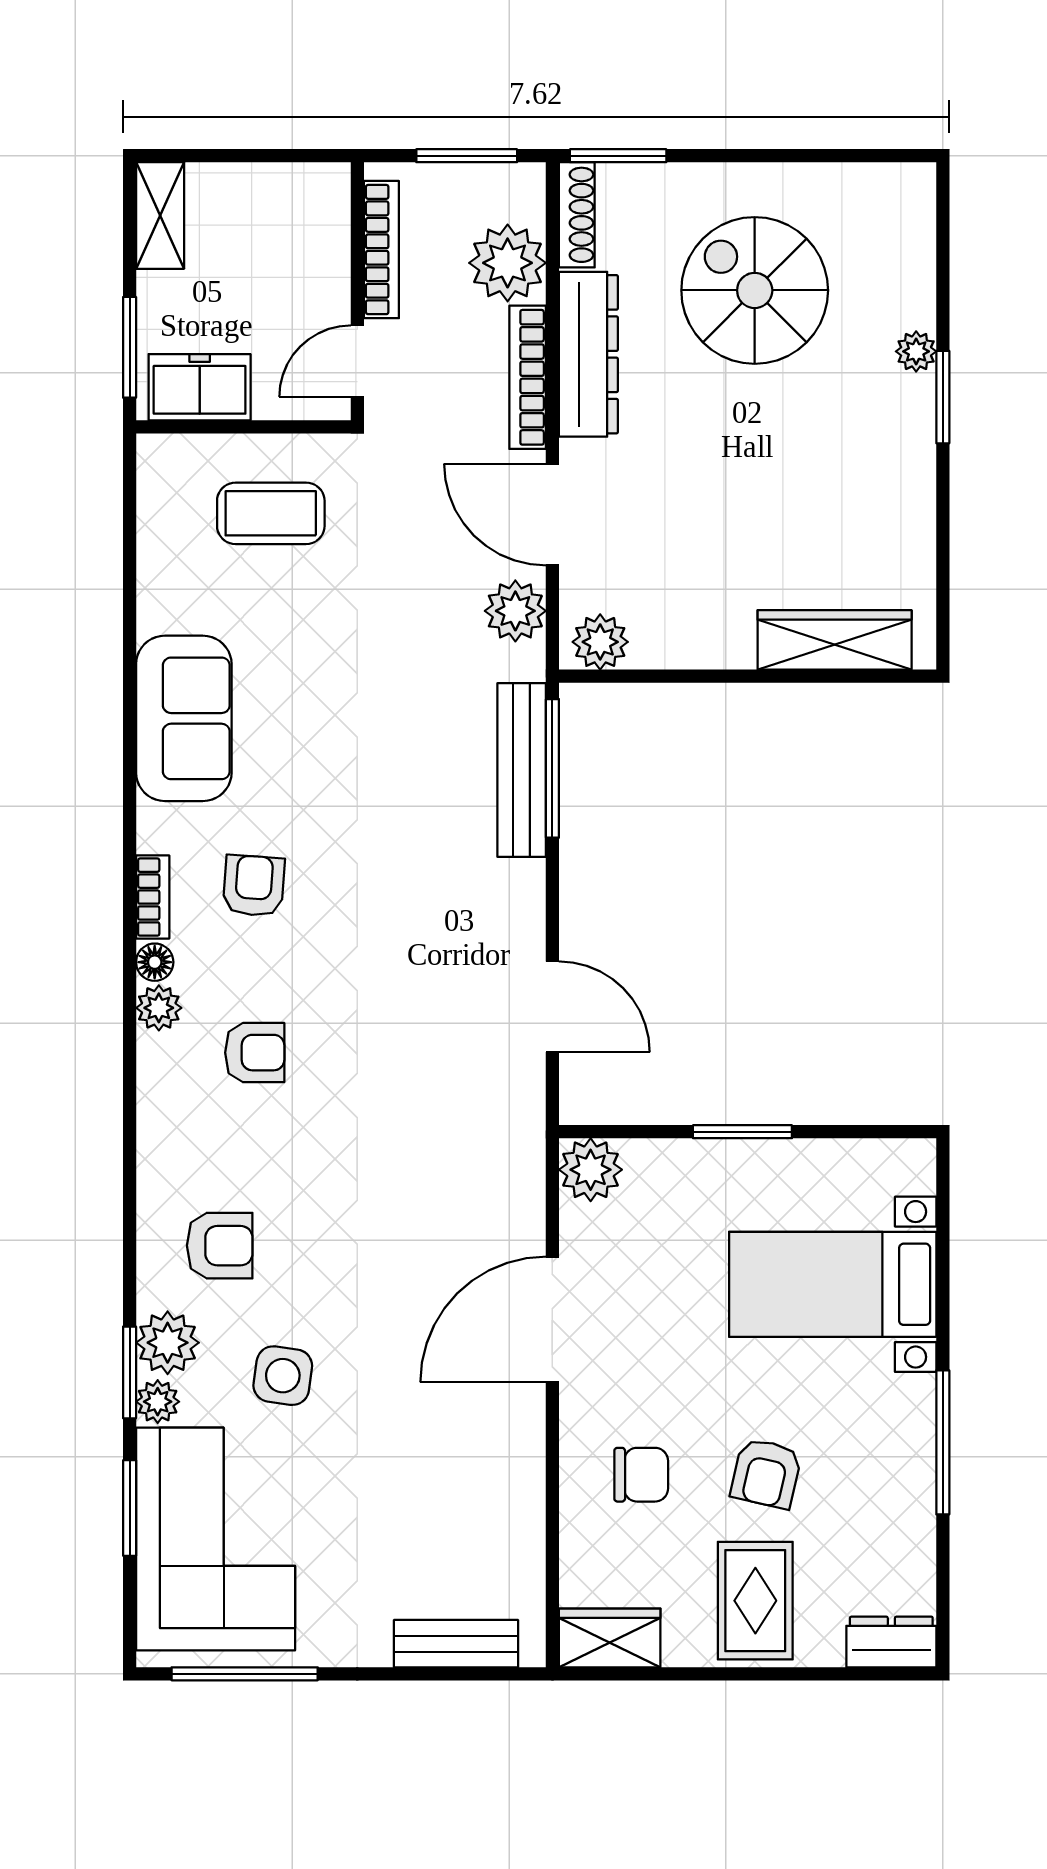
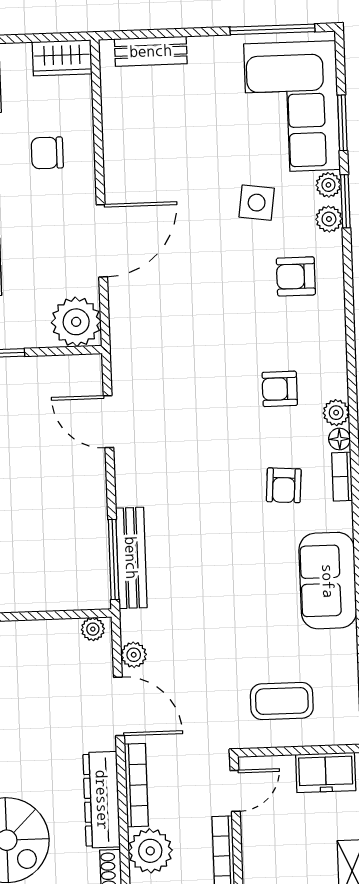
plant: (515, 611) -> (134, 655), width x0.73, depth x0.73
plant: (600, 642) -> (93, 629), width x0.73, depth x0.73
plant: (591, 1170) -> (76, 322), width x1.36, depth x1.36
plant: (168, 1343) -> (329, 219), width x0.73, depth x0.73

